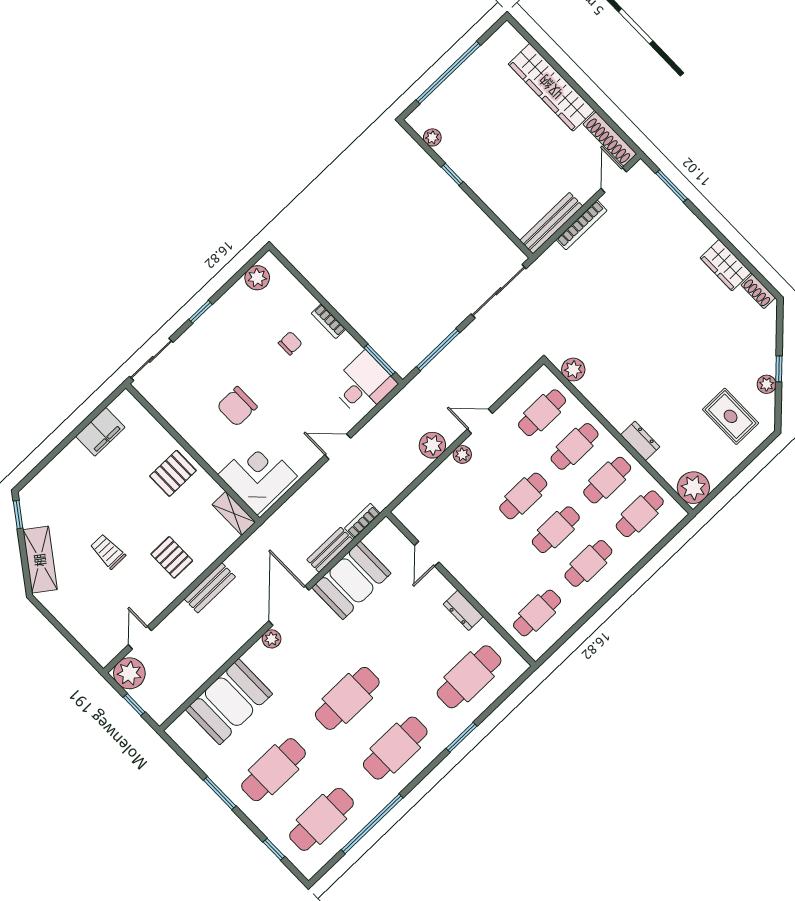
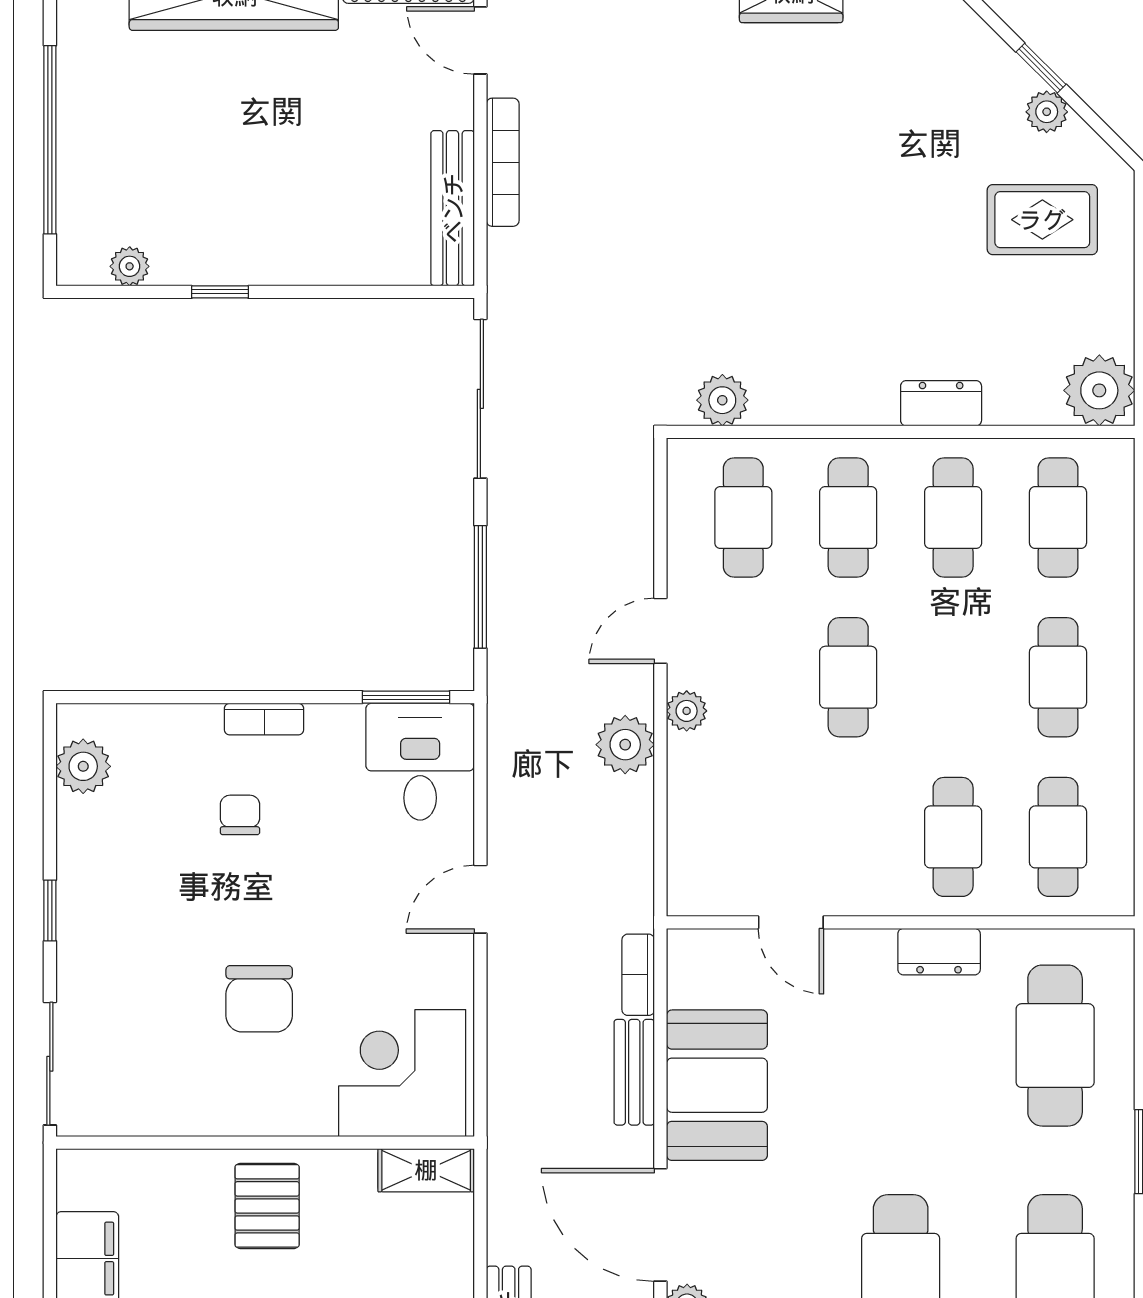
cafe table: (556, 530) -> (953, 837), moved

